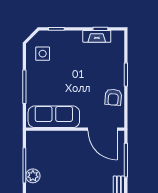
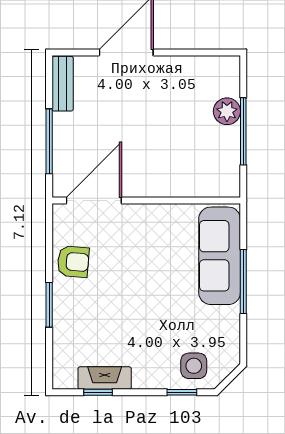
side table: (43, 54) -> (194, 366), moved
armchair: (113, 97) -> (73, 262), turned 90
sofa: (54, 117) -> (220, 256), moved, turned 90
door: (102, 129) -> (94, 200), hinge flipped

